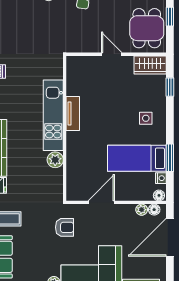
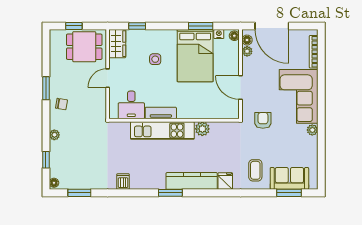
desk: (82, 81) -> (131, 105), added
side table: (146, 118) -> (155, 59), moved
bed: (137, 158) -> (195, 56), width x1.50

